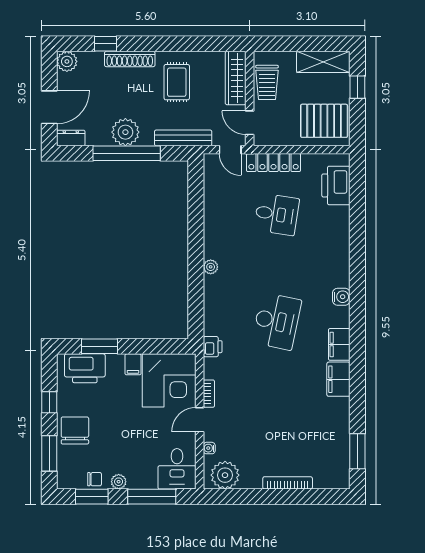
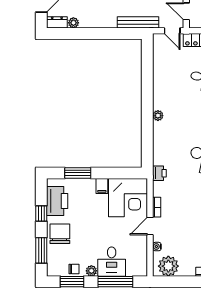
plant: (125, 132) -> (73, 23), moved, width x0.53, depth x0.53
window: (127, 153) -> (97, 33), removed
printer: (85, 368) -> (57, 201), moved, turned -90
desk: (177, 469) -> (112, 262), moved

